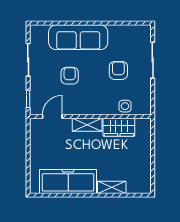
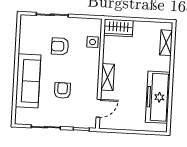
armchair: (70, 76) -> (62, 90), turned 90
door: (52, 117) -> (98, 108), swing flipped
wardrobe: (119, 127) -> (118, 28), moved, turned 90
shelving: (112, 187) -> (166, 43), moved

